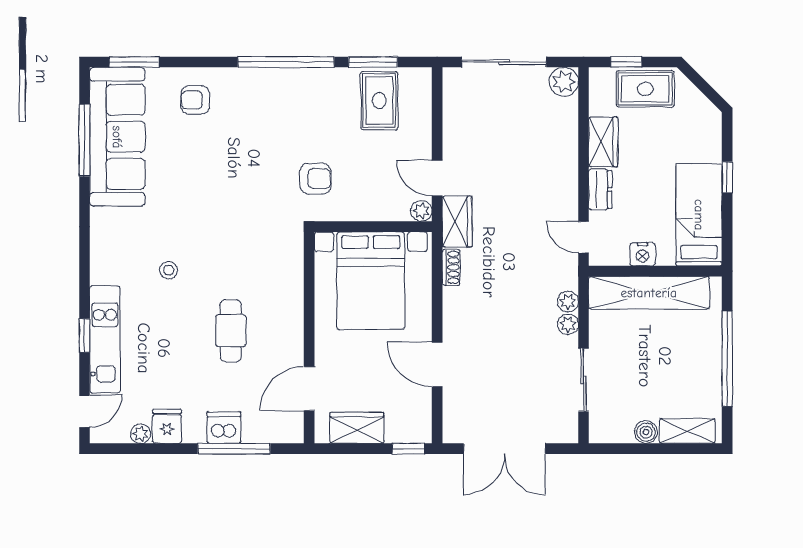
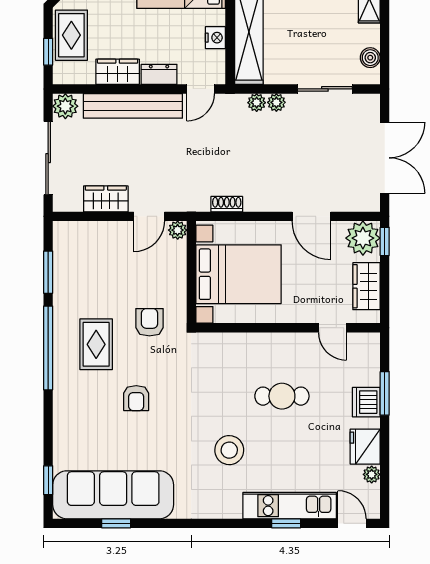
window: (134, 62) -> (48, 480), width x0.67
armchair: (195, 100) -> (136, 398), moved
rug: (379, 101) -> (96, 344), moved, turned 90
window: (84, 140) -> (116, 523), width x0.46
bench: (564, 159) -> (133, 106), added
wardrobe: (457, 221) -> (106, 199), moved
stool: (169, 270) -> (229, 450), width x1.89, depth x1.89
door: (437, 365) -> (311, 216), hinge flipped
door: (309, 389) -> (332, 328), width x0.73
plant: (412, 424) -> (363, 238), added
fridge: (167, 426) -> (365, 447), width x1.38
boiler: (646, 432) -> (370, 58), moved
window: (234, 449) -> (385, 393), width x0.69

